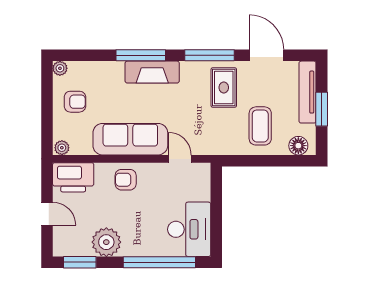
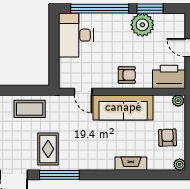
window: (141, 55) -> (115, 175), removed
fireplace: (152, 72) -> (131, 164), moved, width x0.73, depth x0.76
armchair: (75, 102) -> (168, 138), turned 88
coffee table: (260, 126) -> (30, 109), moved, turned 90
window: (80, 262) -> (150, 9), moved

